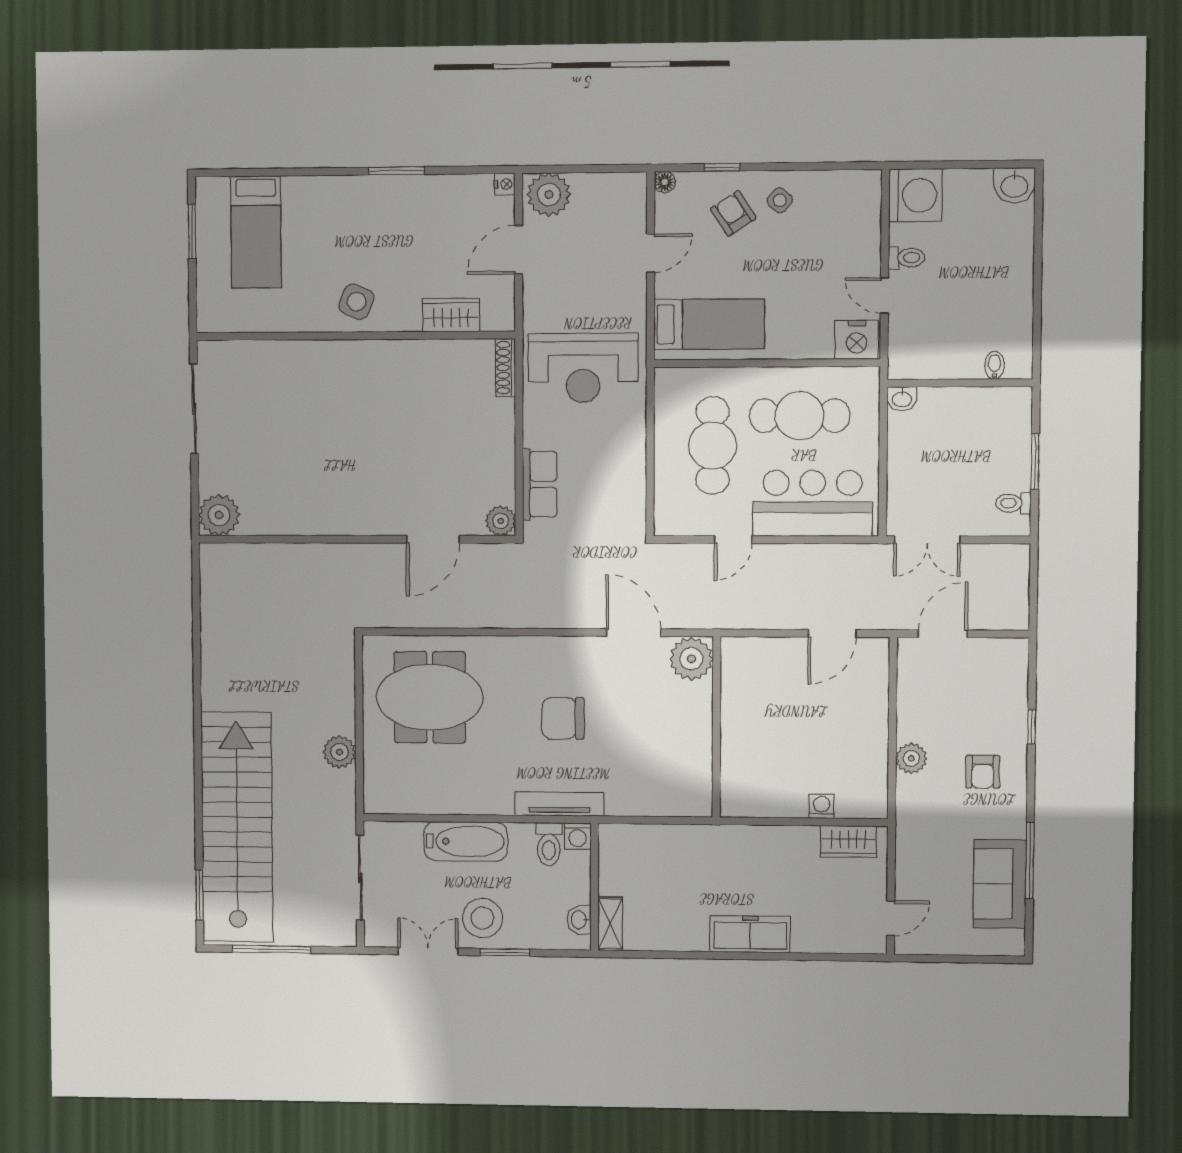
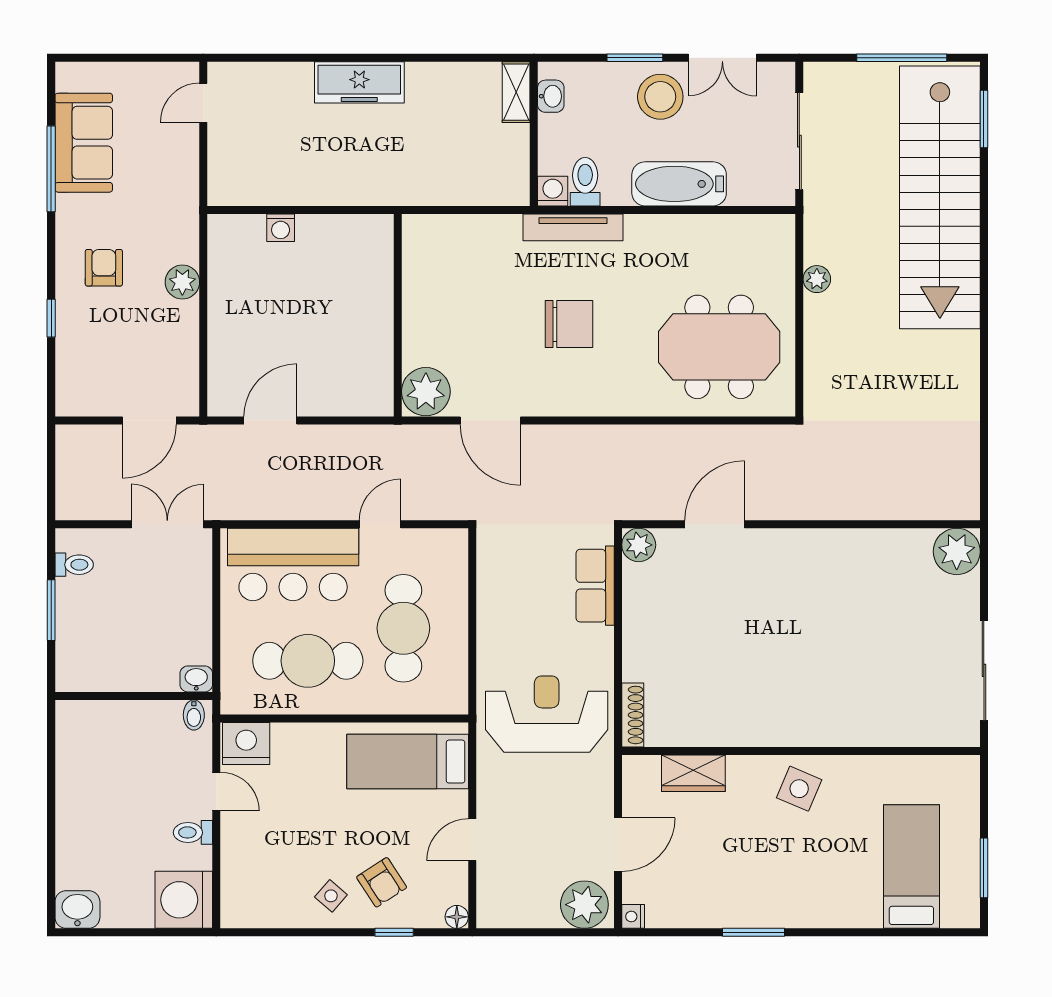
bidet: (994, 365) -> (194, 715), moved
plant: (339, 752) -> (817, 279), width x0.73, depth x0.73
wardrobe: (848, 842) -> (251, 188), removed

